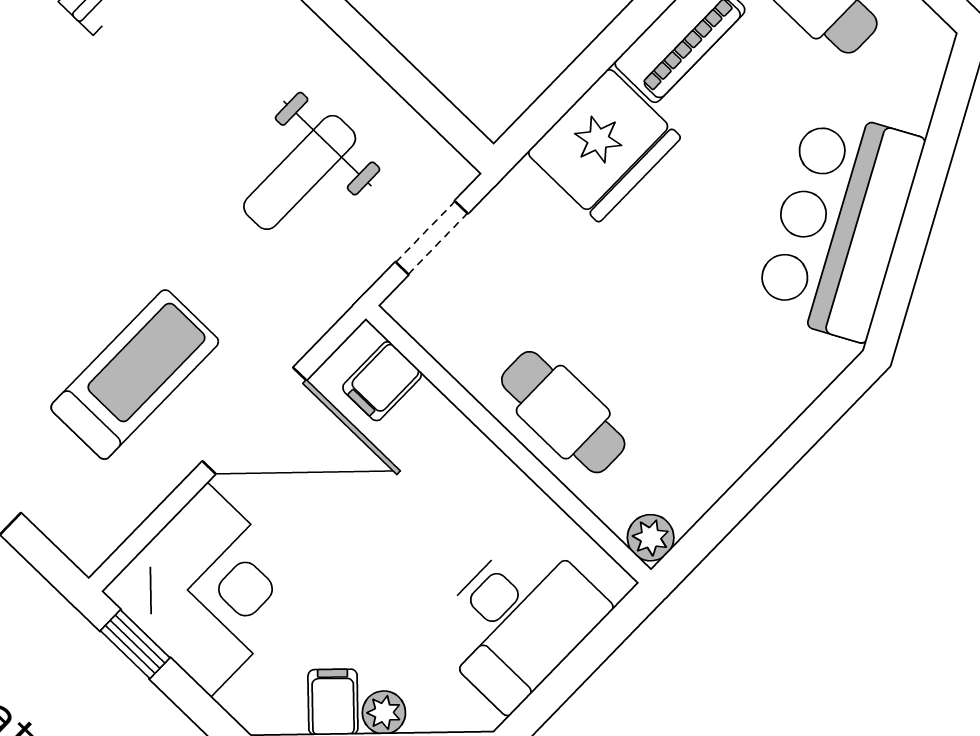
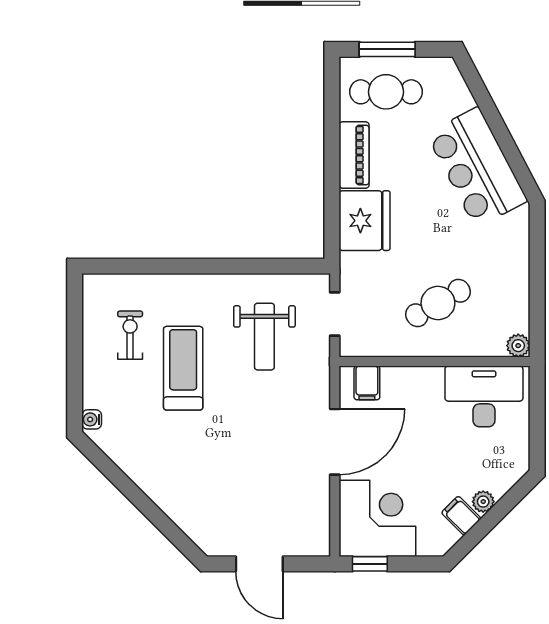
treadmill: (135, 375) -> (183, 368), moved
cafe table: (563, 412) -> (438, 303), moved, turned -30
desk: (518, 620) -> (484, 396), moved, turned -90

